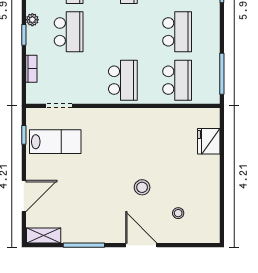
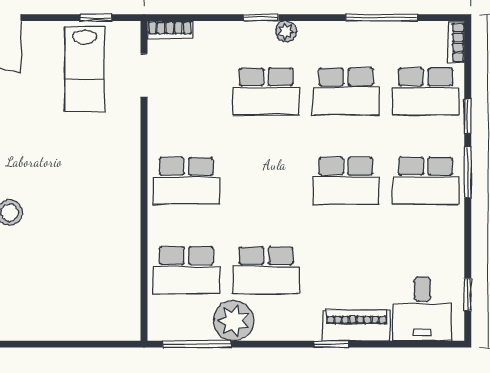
plant: (208, 51) -> (234, 321), added
bookcase: (31, 69) -> (170, 30), moved
fridge: (209, 141) -> (86, 323), removed

